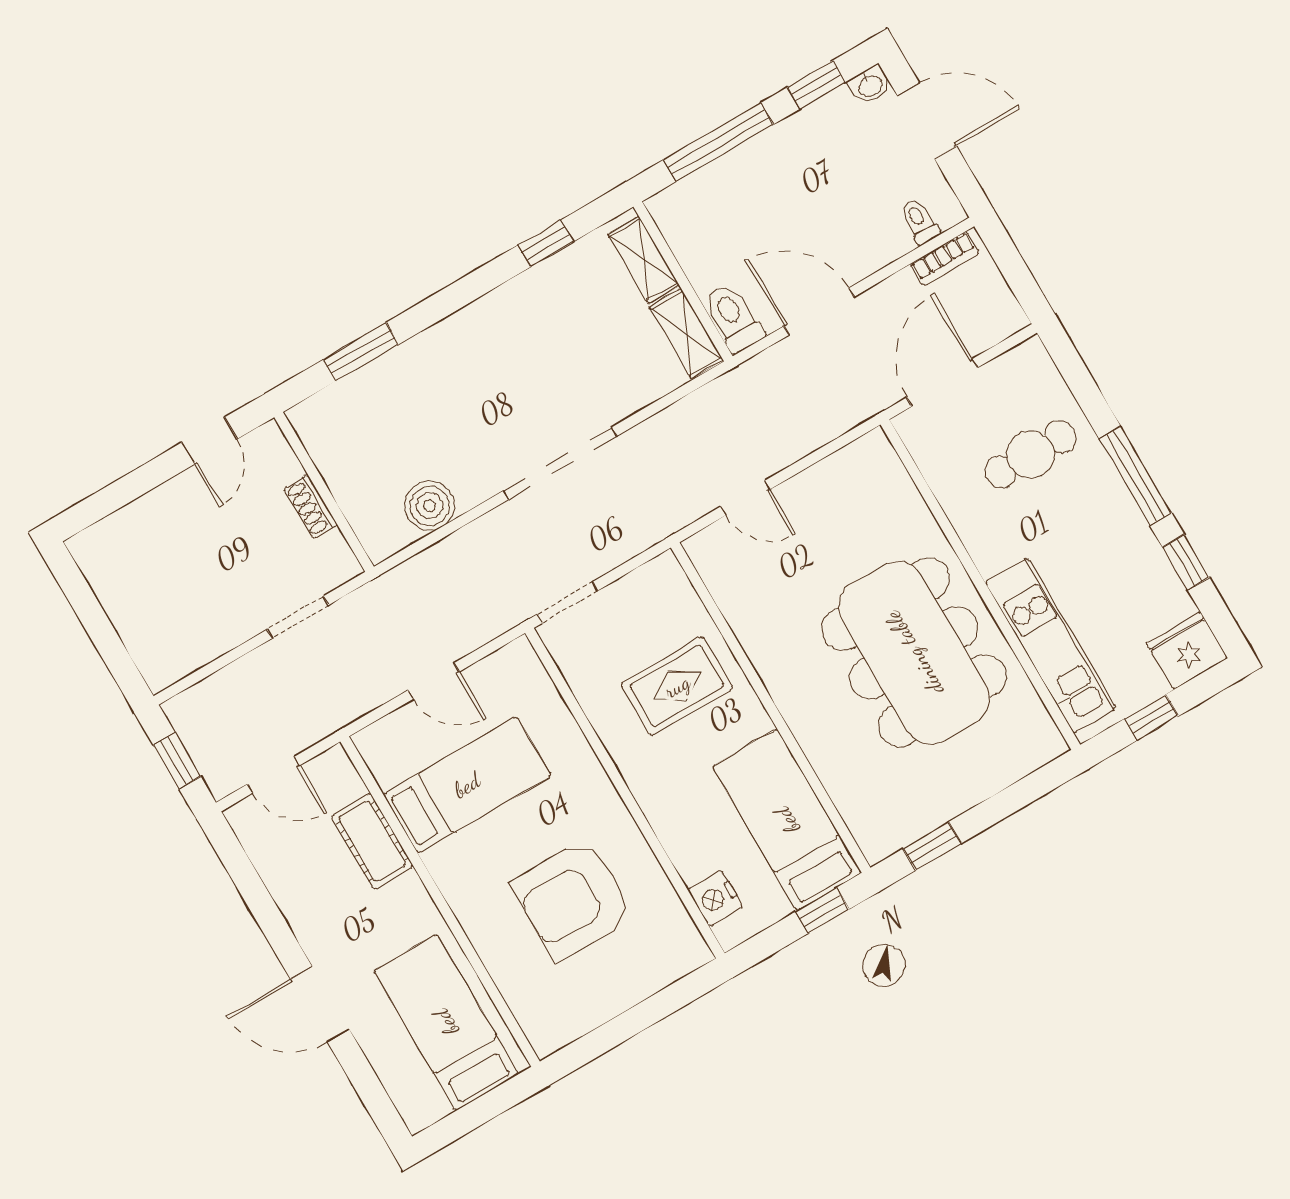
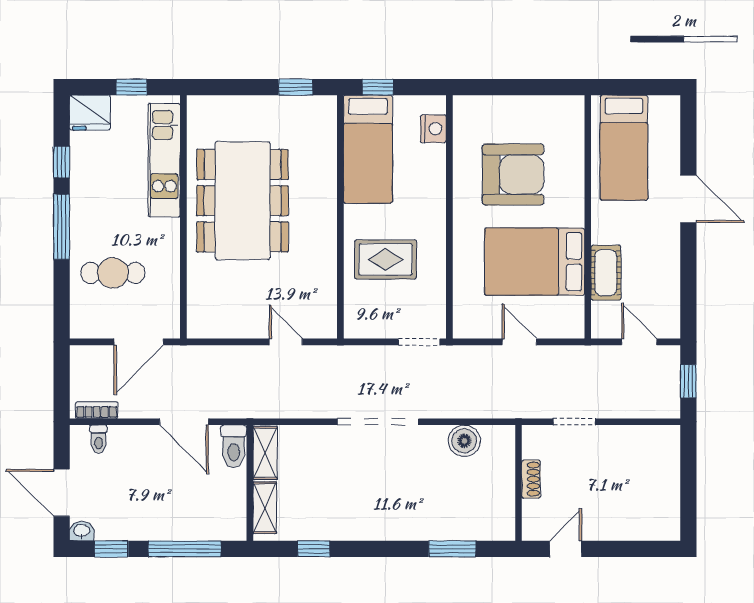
bed: (467, 785) -> (535, 262), width x1.50

